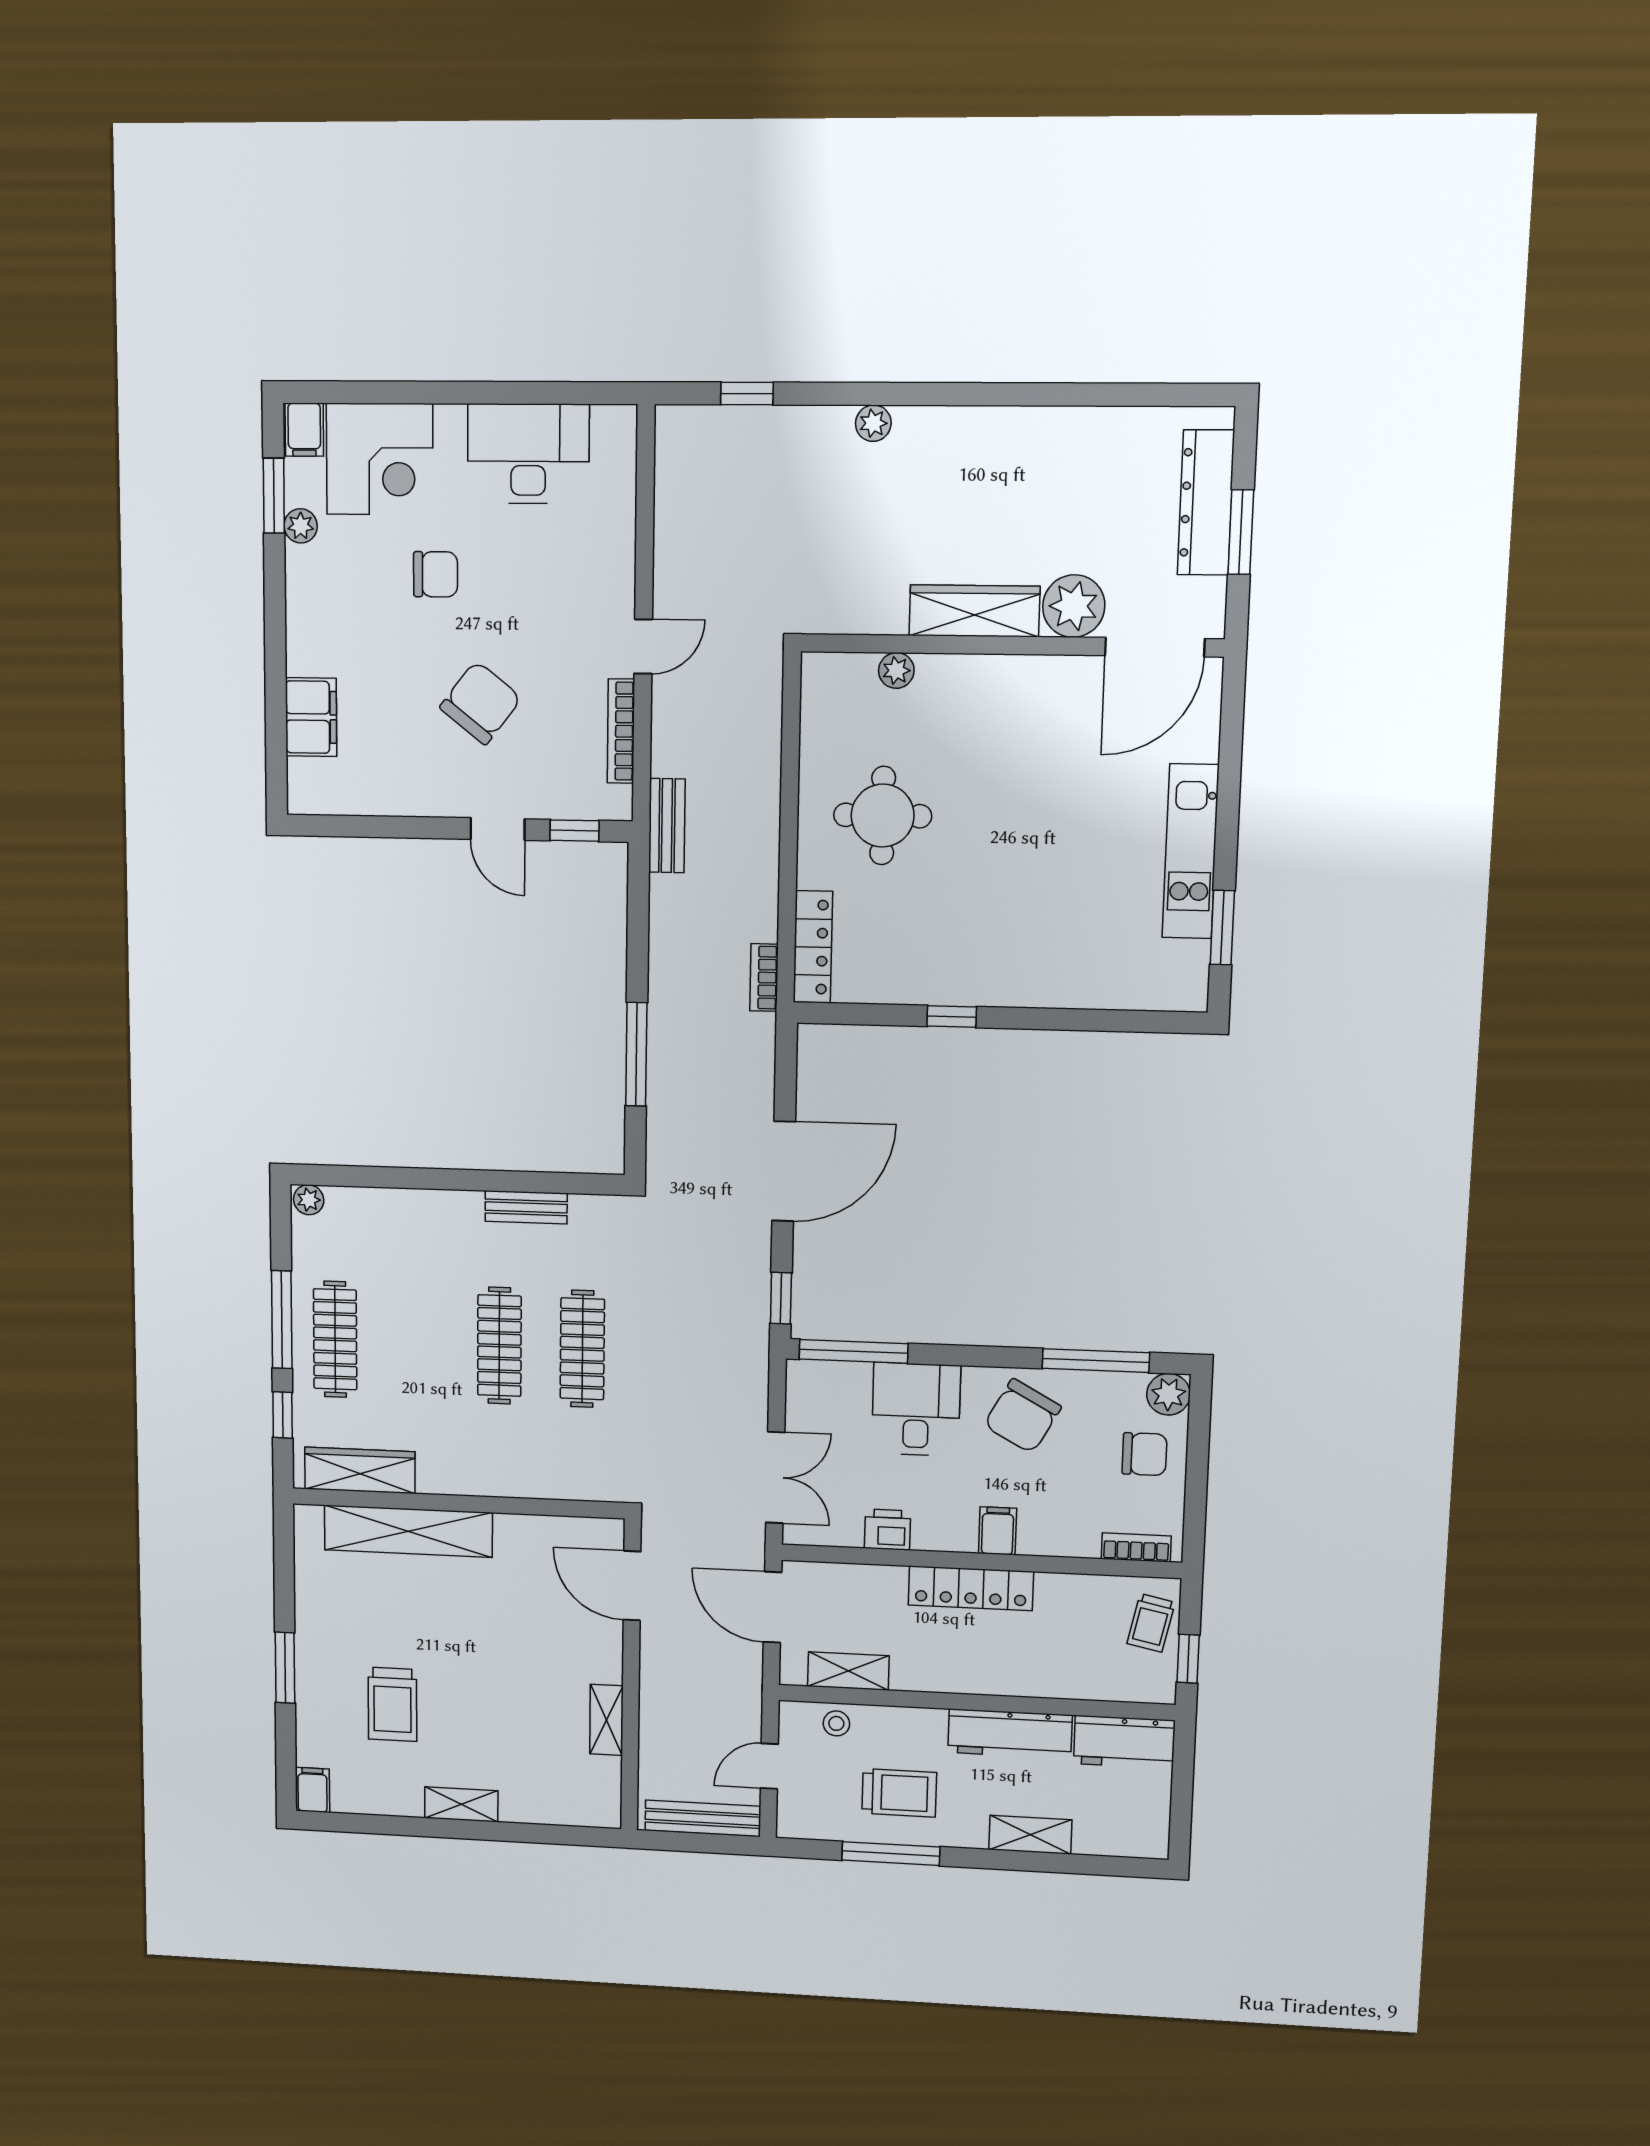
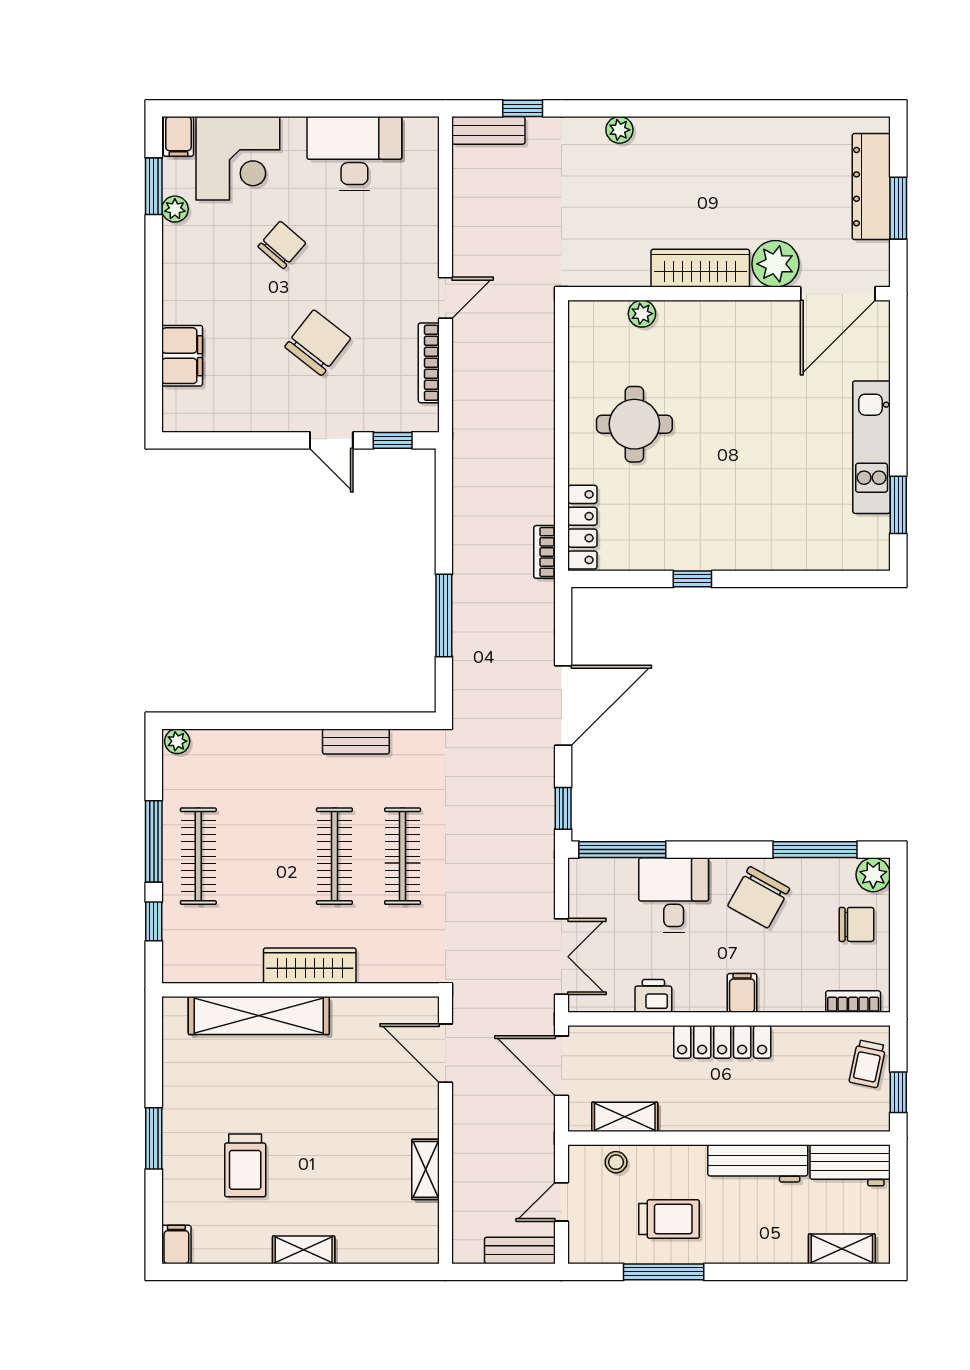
chair: (436, 574) -> (282, 245), turned -49
bench: (667, 826) -> (488, 130), moved, turned 90
wardrobe: (360, 1470) -> (310, 966), moved
bench: (703, 1818) -> (520, 1250), width x0.73
shelving: (1030, 1835) -> (842, 1249), moved

